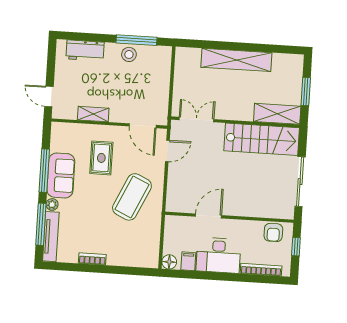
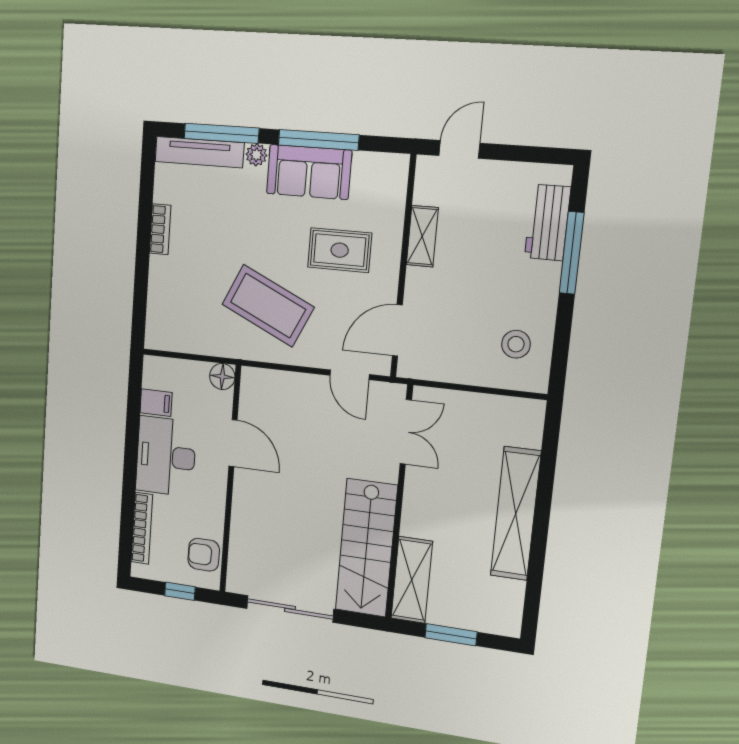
window: (136, 40) -> (572, 253), moved
stool: (129, 54) -> (516, 344), moved
floor lamp: (169, 262) -> (222, 376), moved

